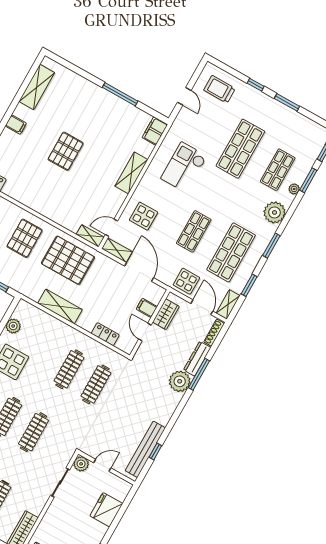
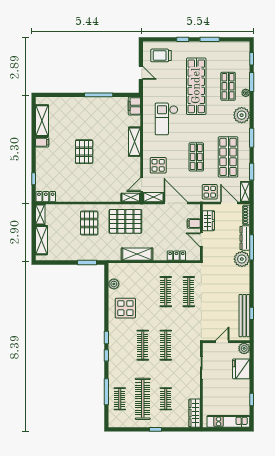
filing cabinet: (16, 125) -> (42, 142), moved
shop shelf: (240, 149) -> (196, 86), width x1.40
plant: (81, 464) -> (244, 348), moved

